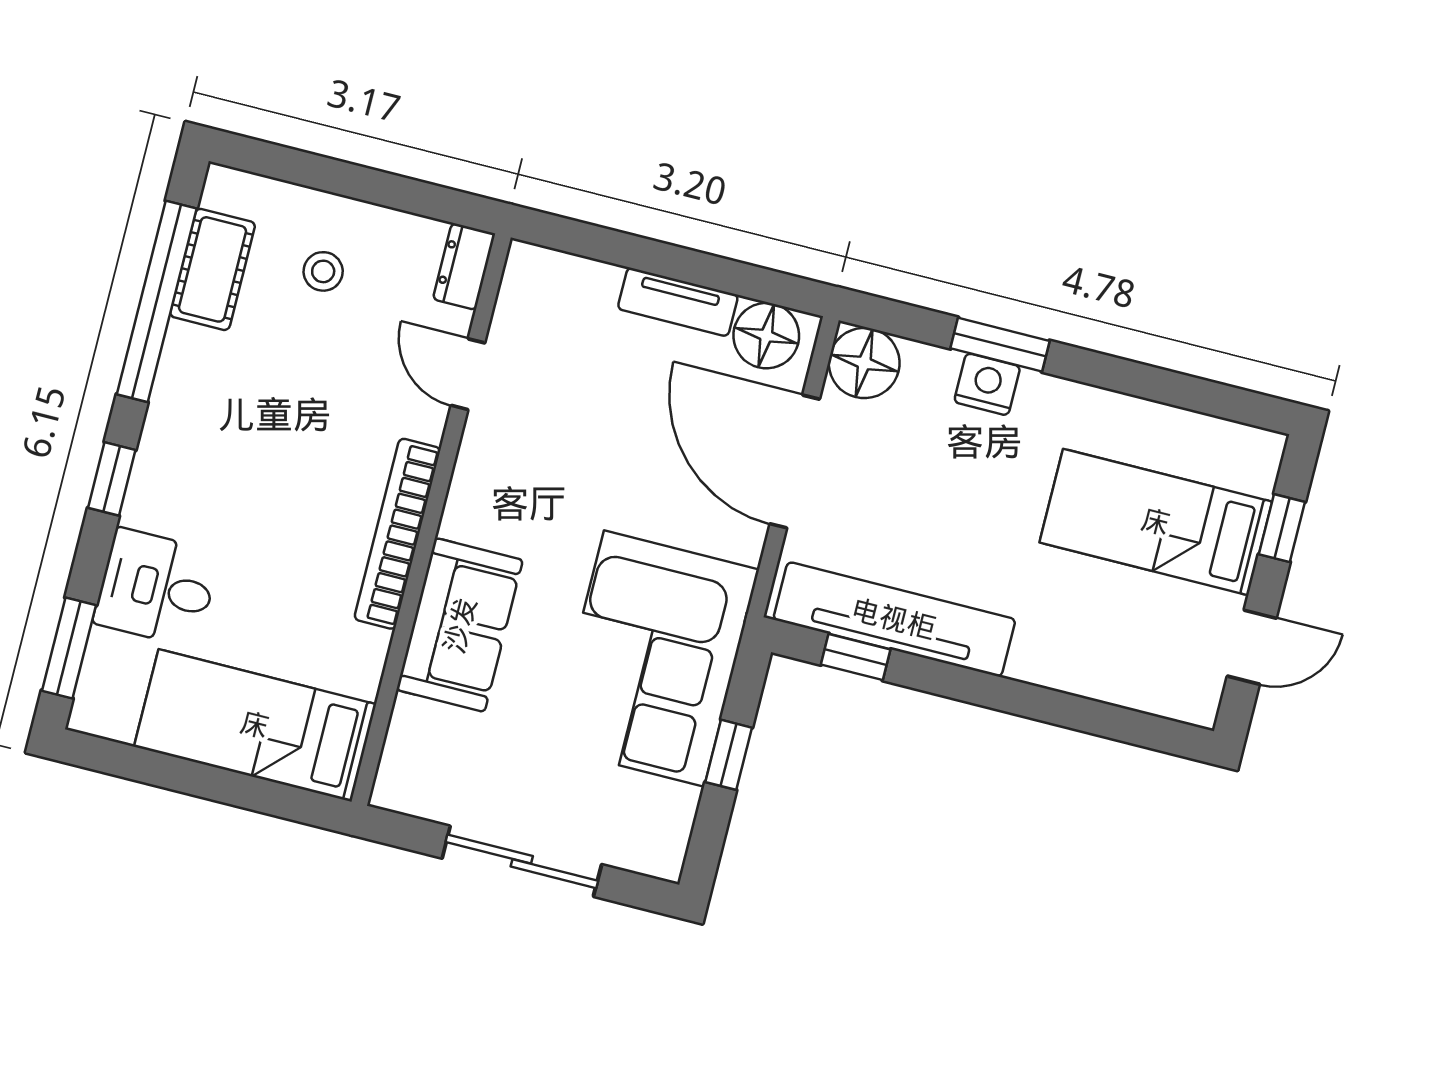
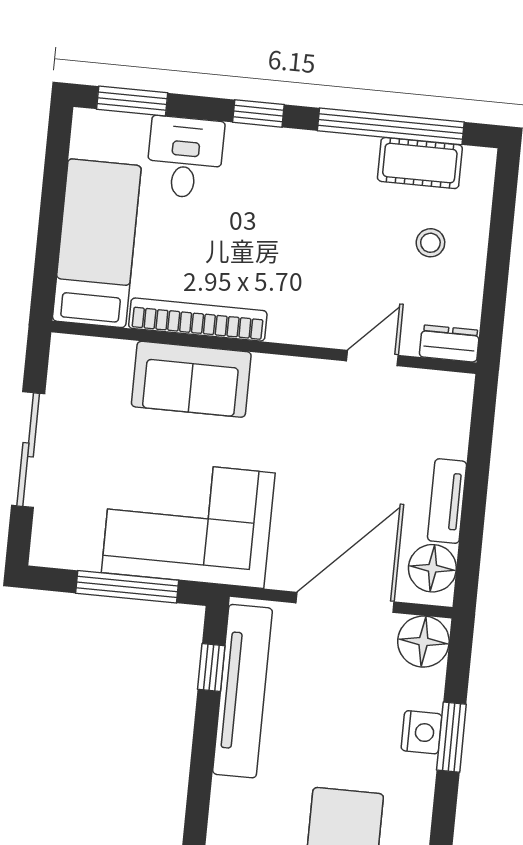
bookcase: (397, 534) -> (198, 320), moved
window: (729, 755) -> (127, 587), width x2.17

